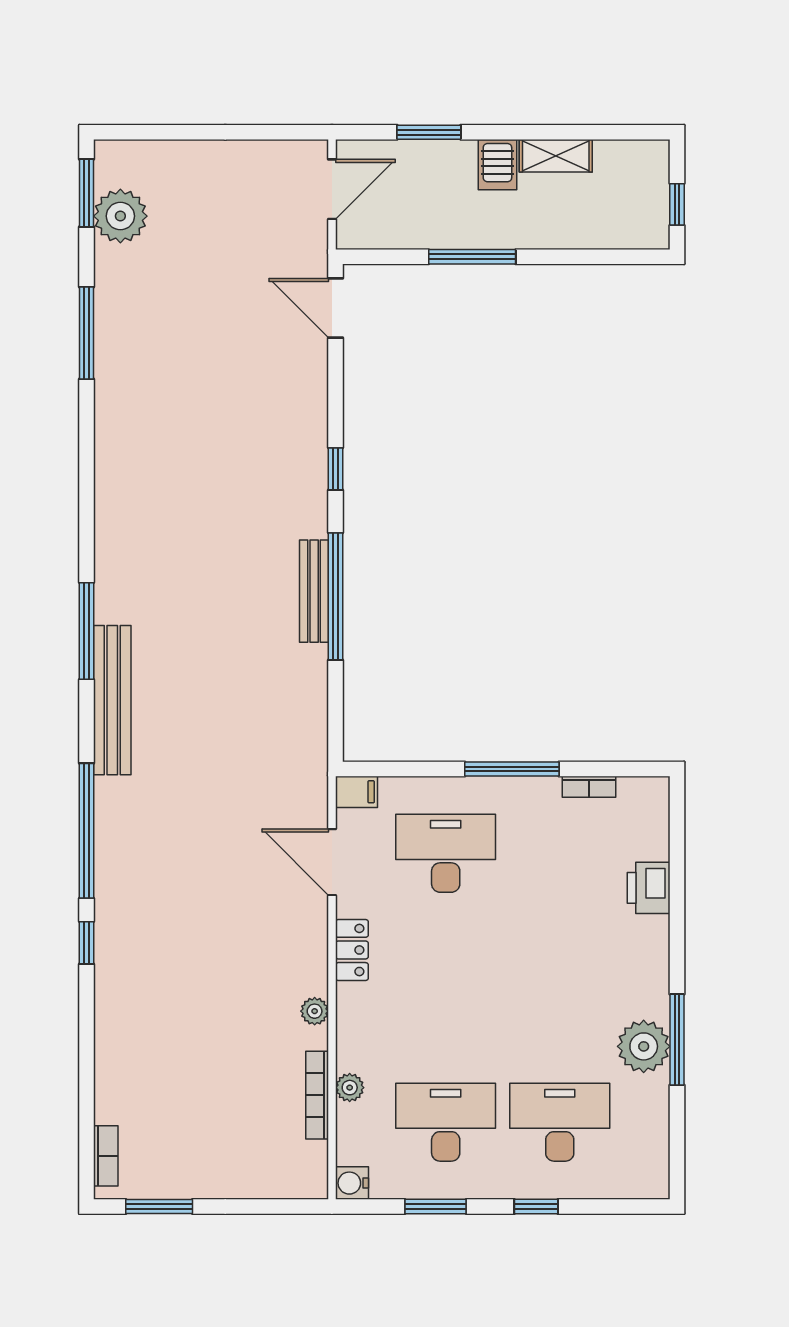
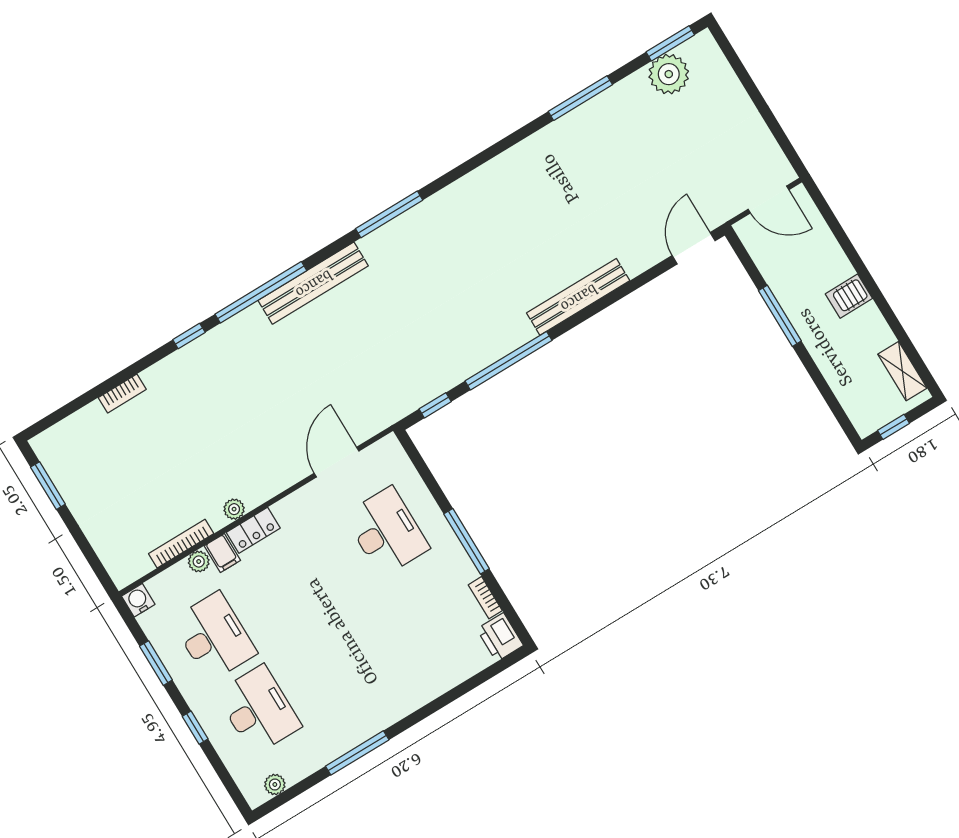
window: (429, 132) -> (843, 239), removed
shelving: (556, 156) -> (902, 371), moved
window: (336, 469) -> (435, 405), moved
bench: (314, 591) -> (578, 297), moved, width x1.37, depth x1.21
bench: (112, 700) -> (313, 283), moved
filing cabinet: (356, 792) -> (222, 553), moved
printer: (649, 888) -> (500, 637), moved, turned -90
locker: (352, 950) -> (253, 530), moved
plant: (644, 1046) -> (275, 784), moved, width x0.53, depth x0.53
bookcase: (106, 1156) -> (122, 394), moved

